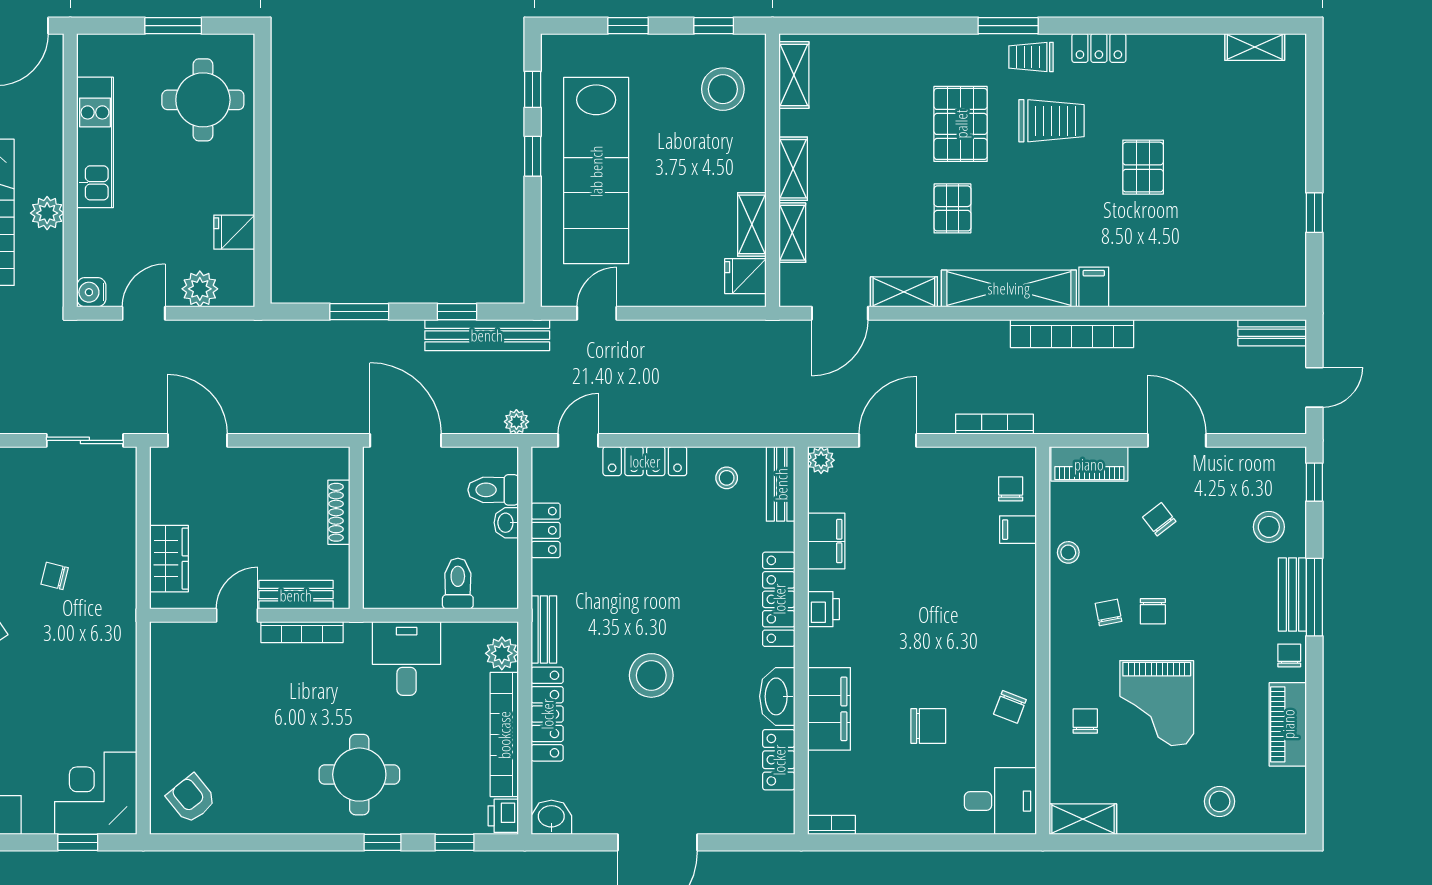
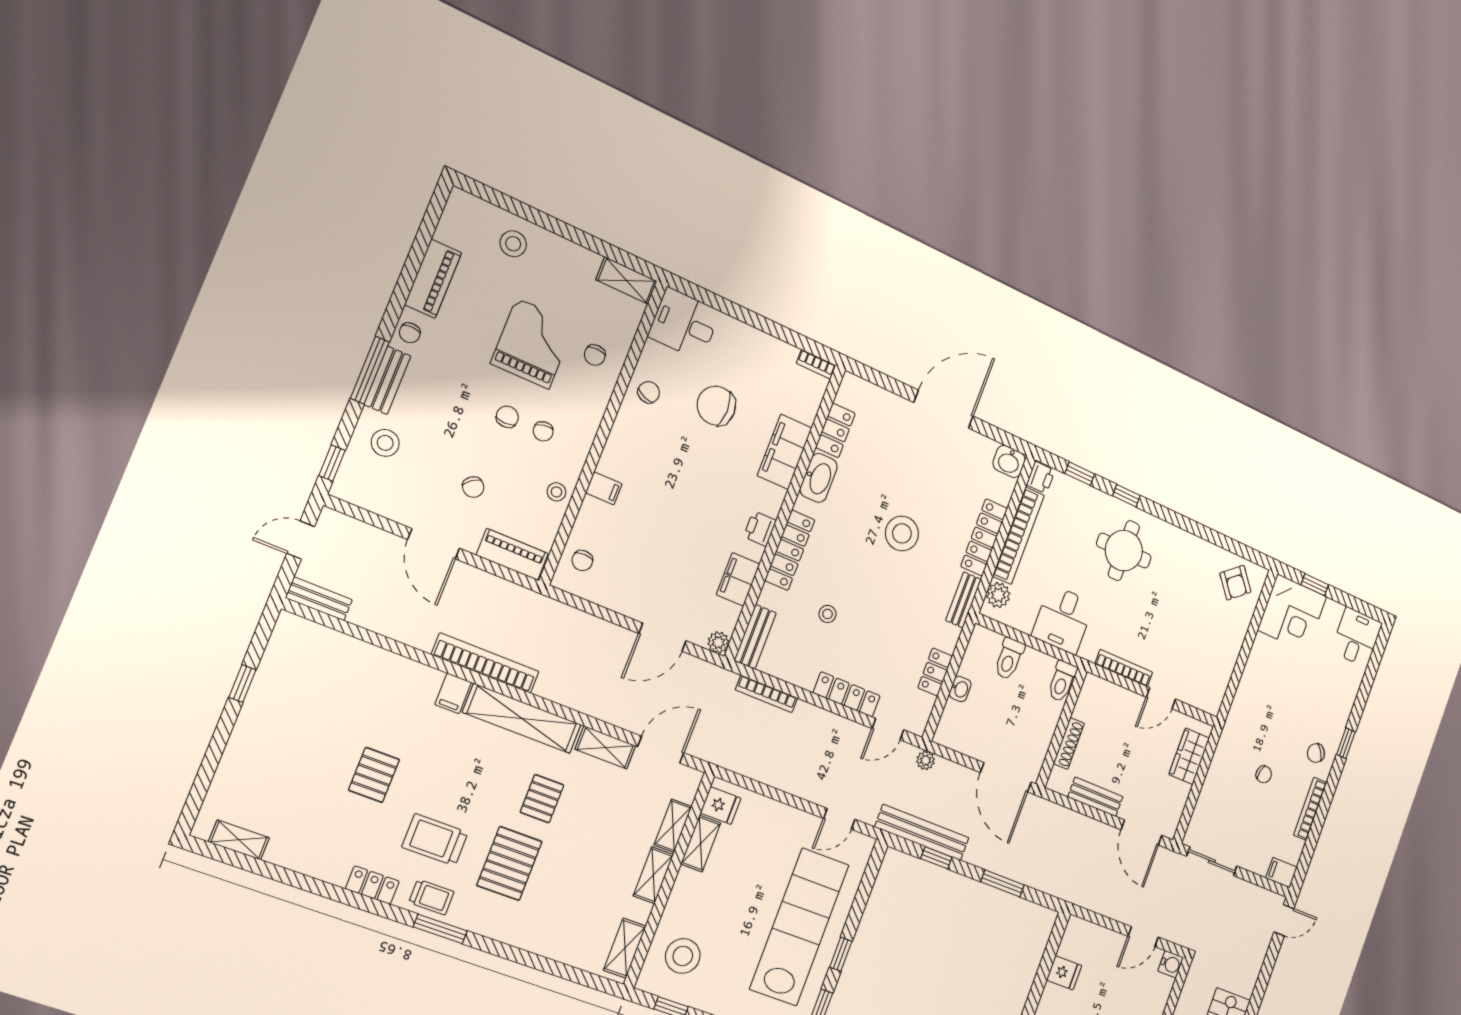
plant: (200, 289) -> (1101, 940), removed
bookcase: (994, 424) -> (766, 694), moved
stool: (727, 478) -> (828, 614), moved
toilet: (493, 490) -> (1062, 681), moved, turned 90
filing cabinet: (1018, 530) -> (604, 488), moved
bench: (296, 595) -> (1095, 797), moved
chair: (928, 726) -> (716, 406), width x1.37, depth x1.37

